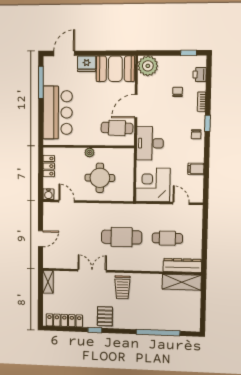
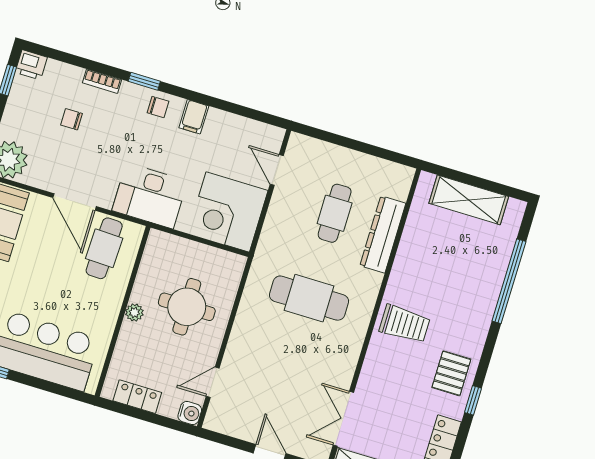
printer: (200, 75) -> (31, 65), moved
filing cabinet: (196, 169) -> (194, 117), moved
door: (181, 203) -> (277, 170), hinge flipped
cafe table: (122, 237) -> (309, 298), turned 90
dresser: (182, 265) -> (383, 235), moved
double door: (92, 271) -> (343, 419), moved
shelving: (182, 282) -> (469, 200), moved, turned 90
pallet: (105, 316) -> (451, 373), turned 90

